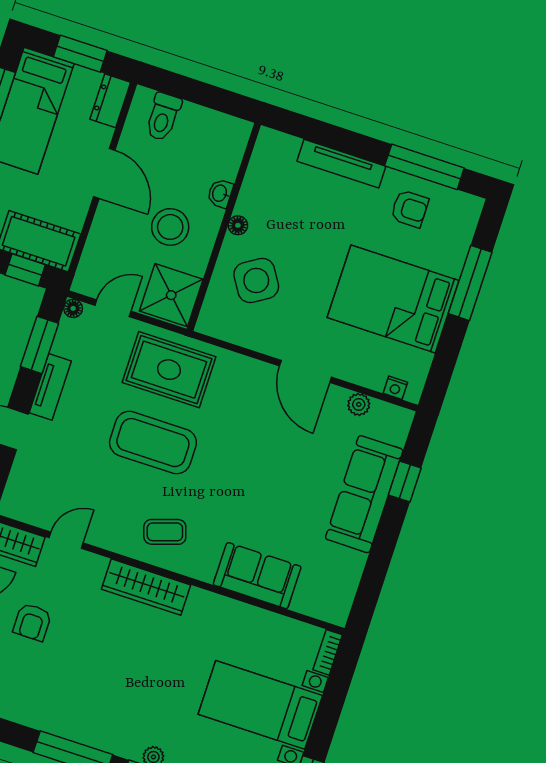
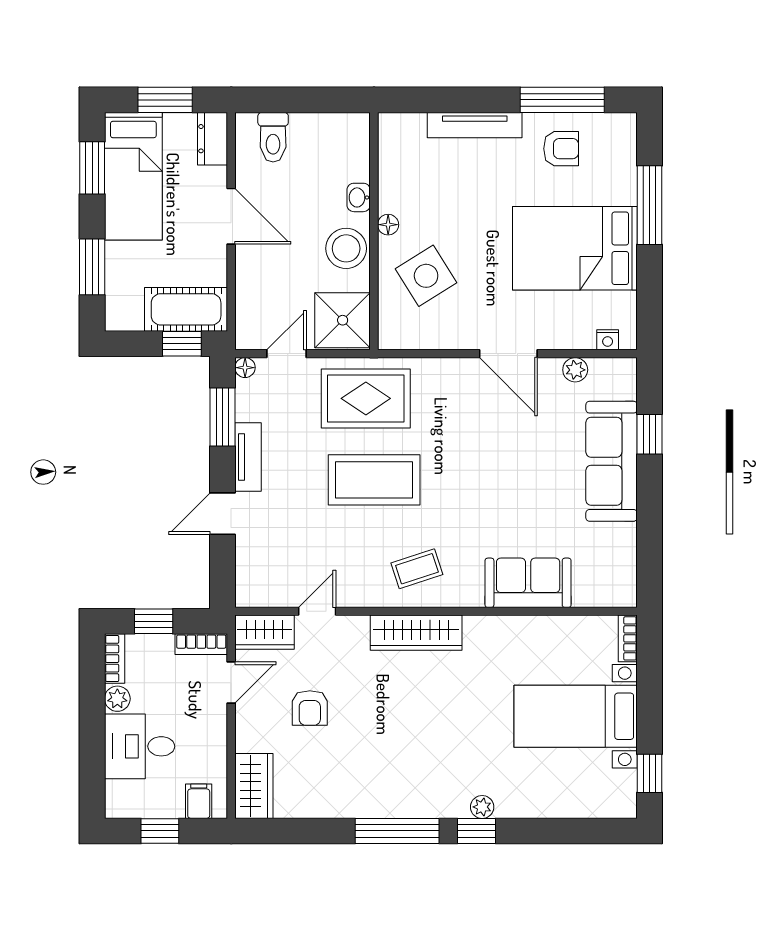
stool: (170, 227) -> (346, 248), moved

